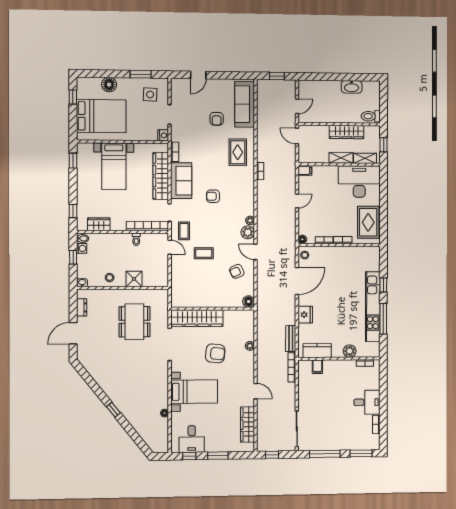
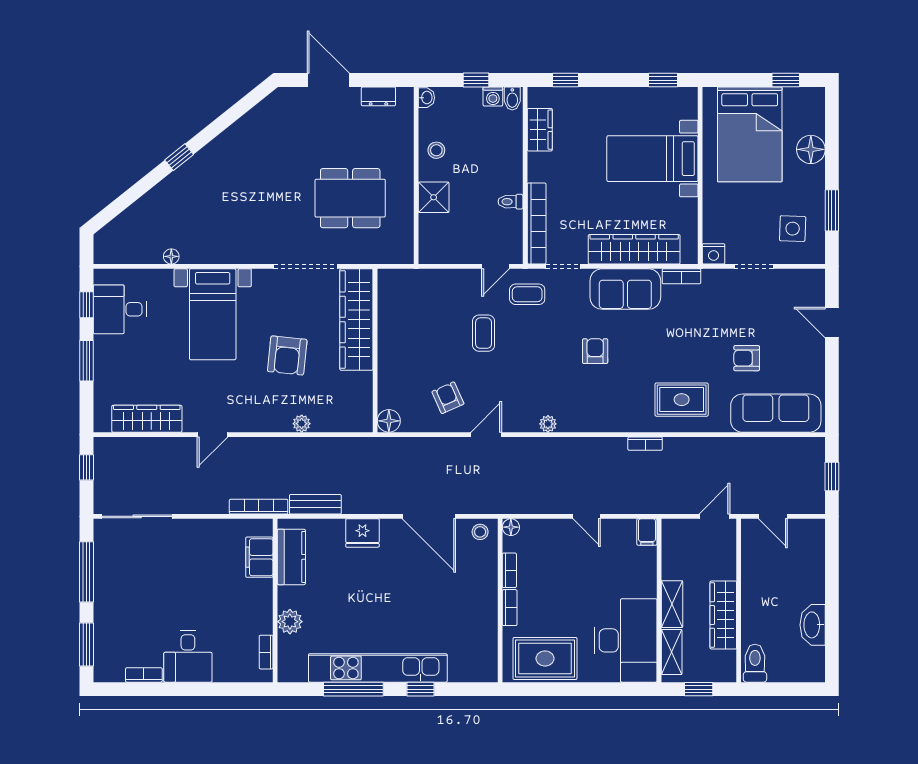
plant: (248, 232) -> (525, 419), removed
filing cabinet: (317, 367) -> (259, 557), width x2.00

